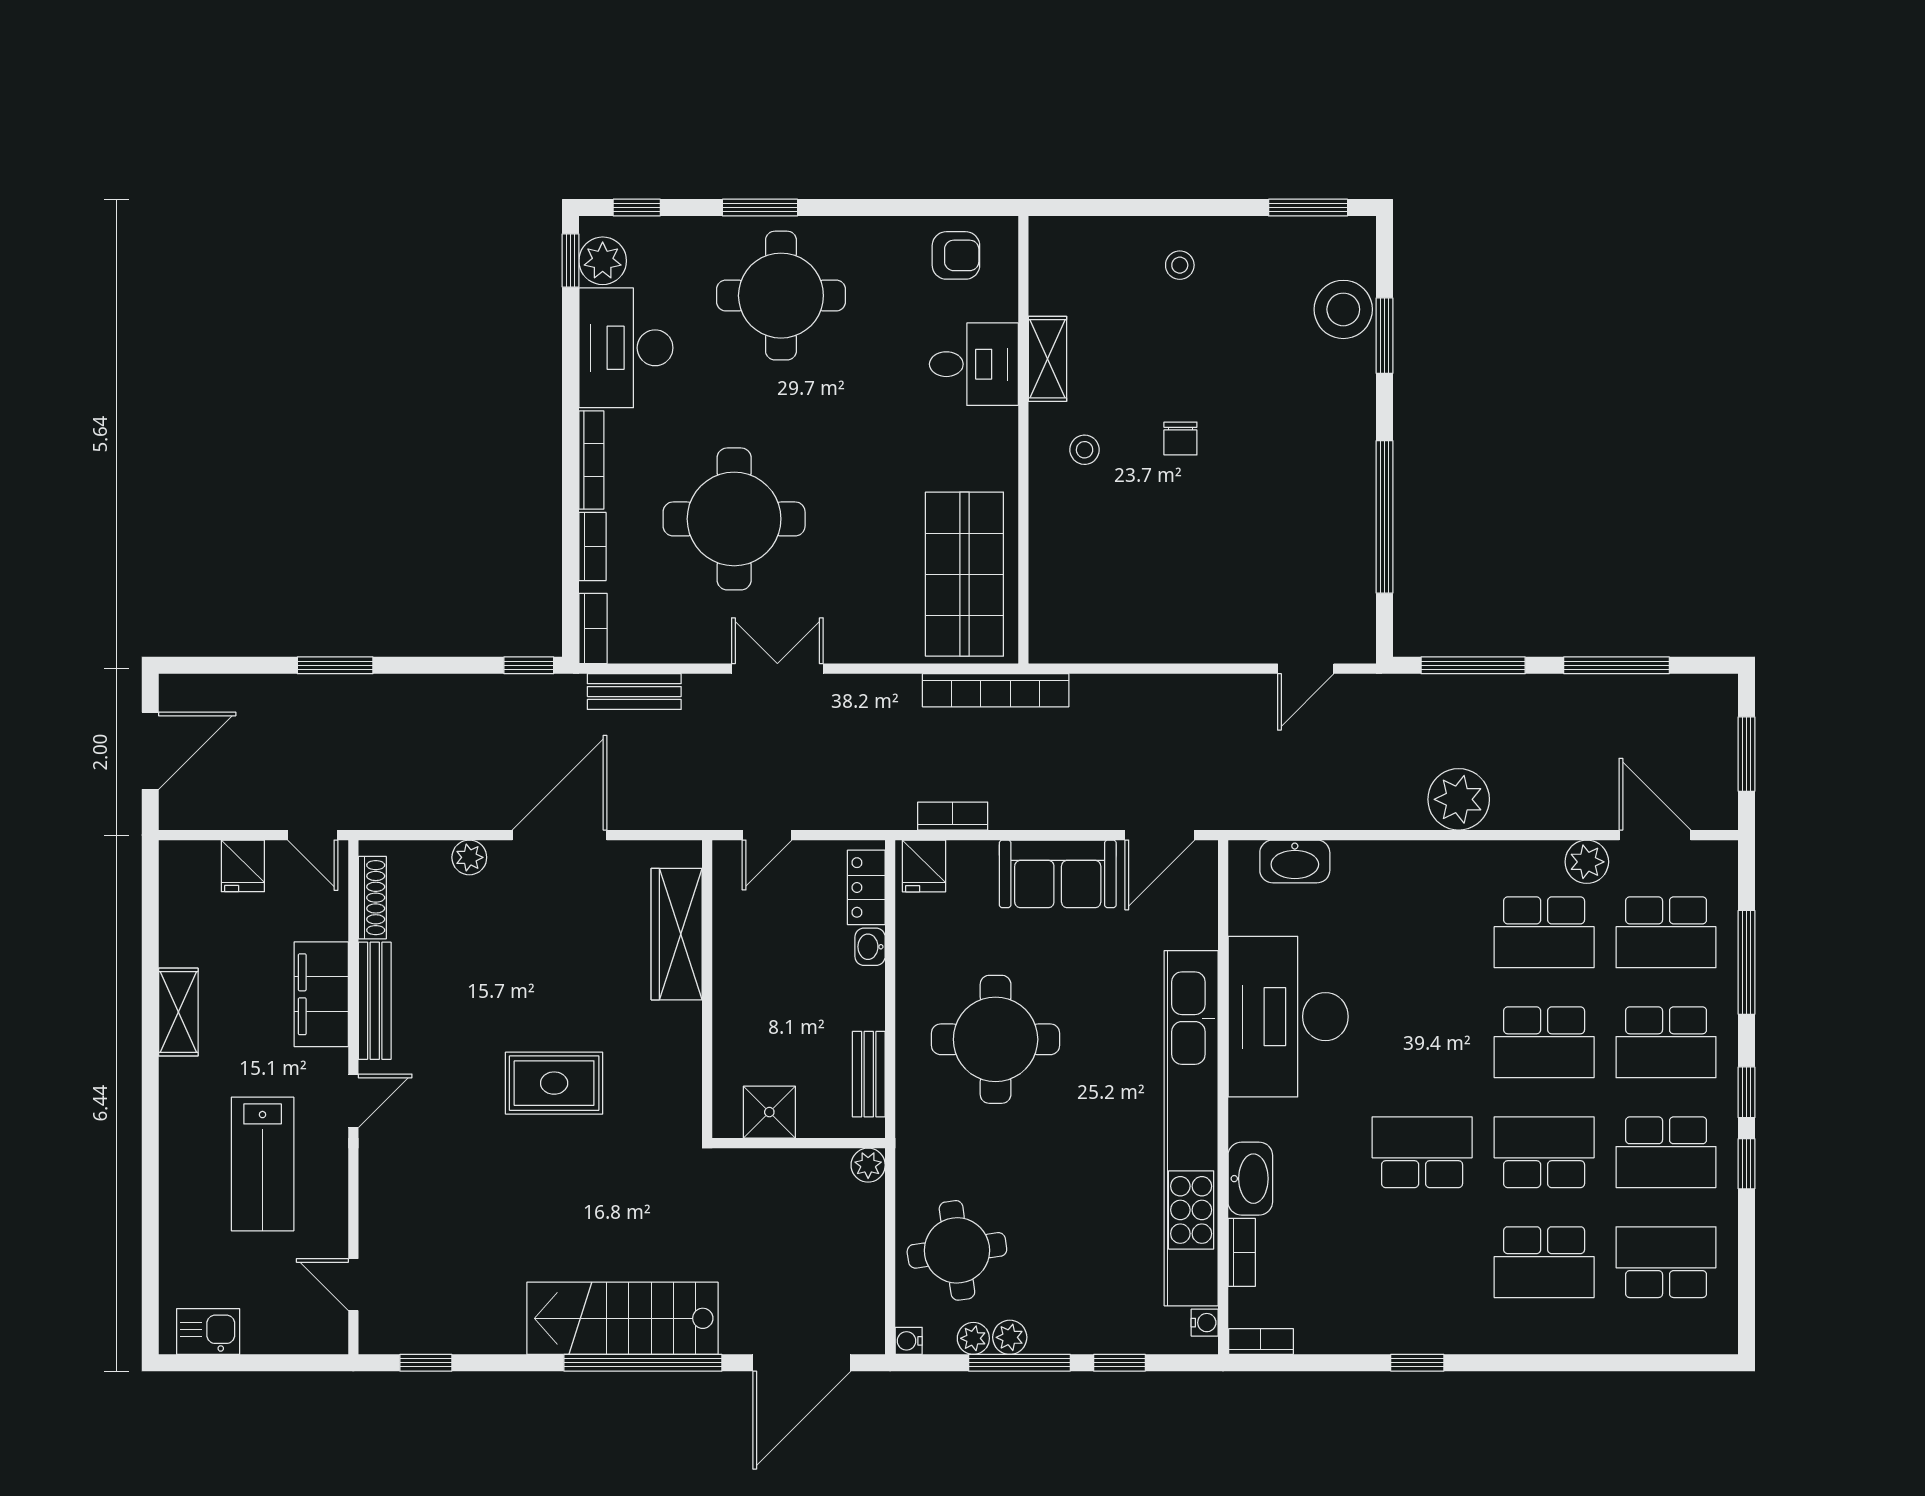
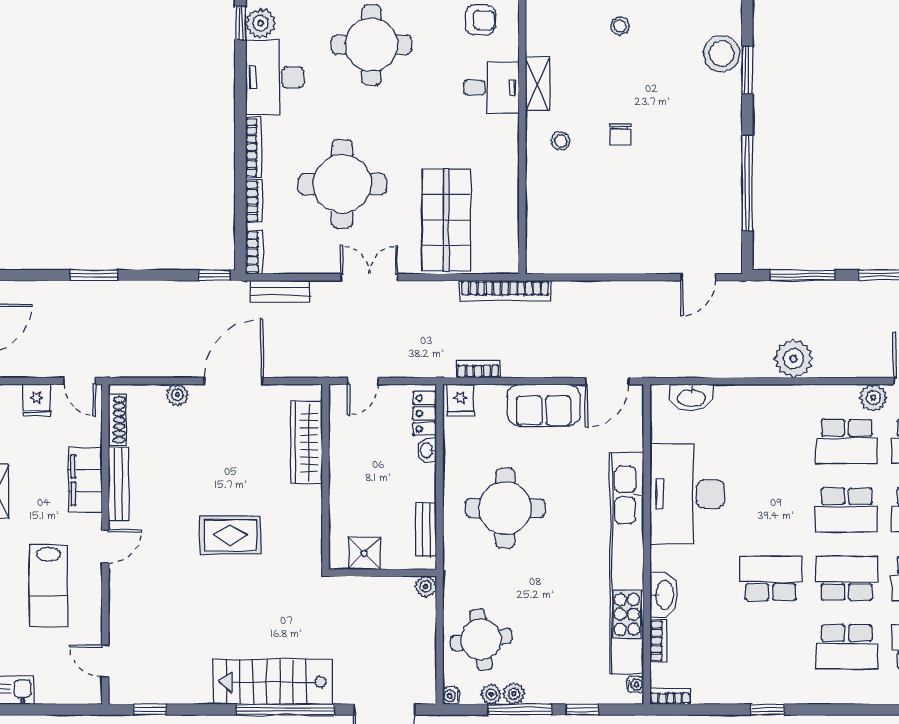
shop shelf: (964, 574) -> (446, 220), moved

